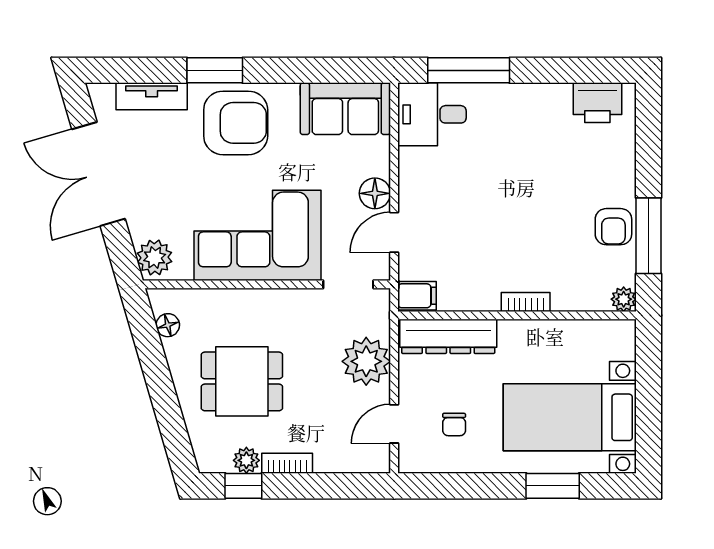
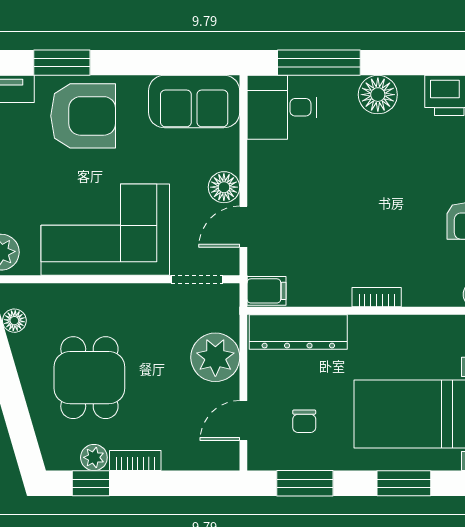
floor lamp: (527, 102) -> (378, 95), added
dining table: (242, 381) -> (89, 378), turned 90
window: (455, 486) -> (305, 483), added

